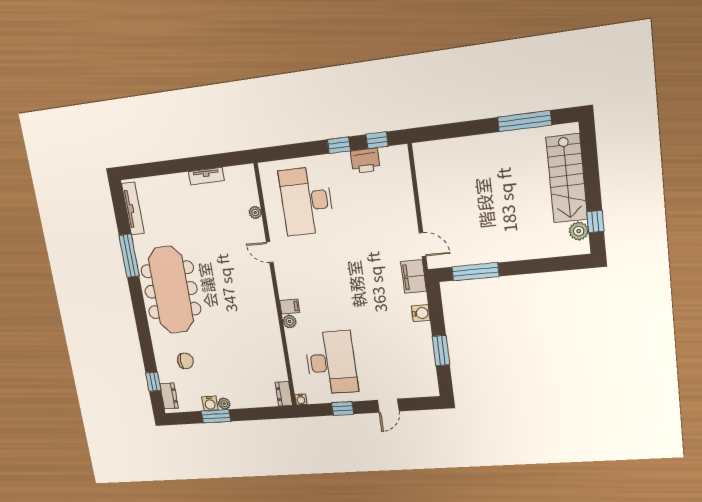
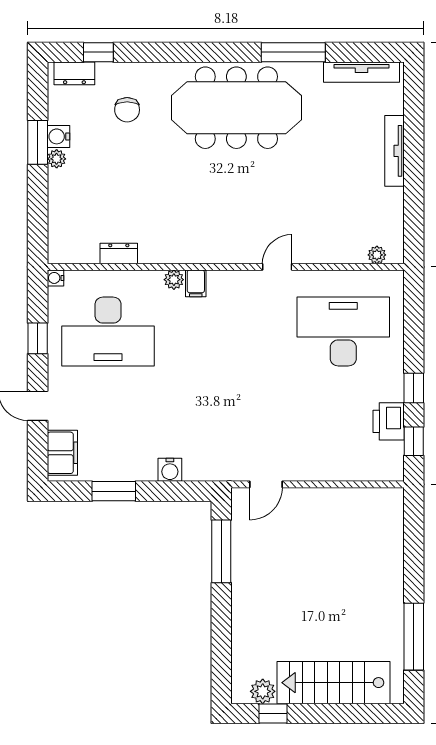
tv unit: (206, 176) -> (394, 151), moved, width x1.41
plant: (255, 212) -> (377, 255), moved
filing cabinet: (414, 277) -> (62, 453), moved, turned 90
dresser: (284, 394) -> (119, 254), moved

